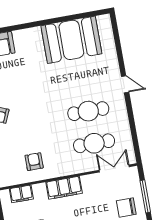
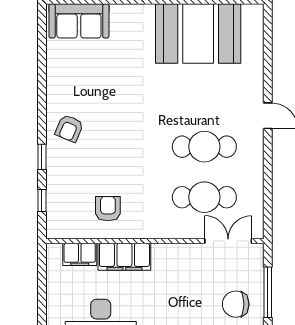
filing cabinet: (64, 188) -> (124, 257), moved

